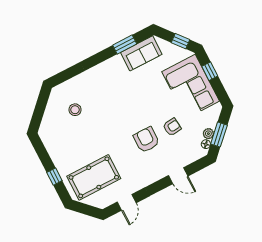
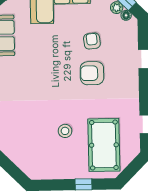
stool: (75, 110) -> (65, 131), moved

